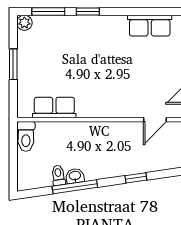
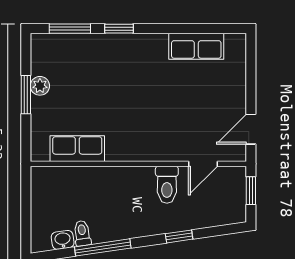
plant: (24, 23) -> (40, 86), moved
toilet: (26, 136) -> (167, 185), moved
washbasin: (75, 176) -> (63, 240), moved

